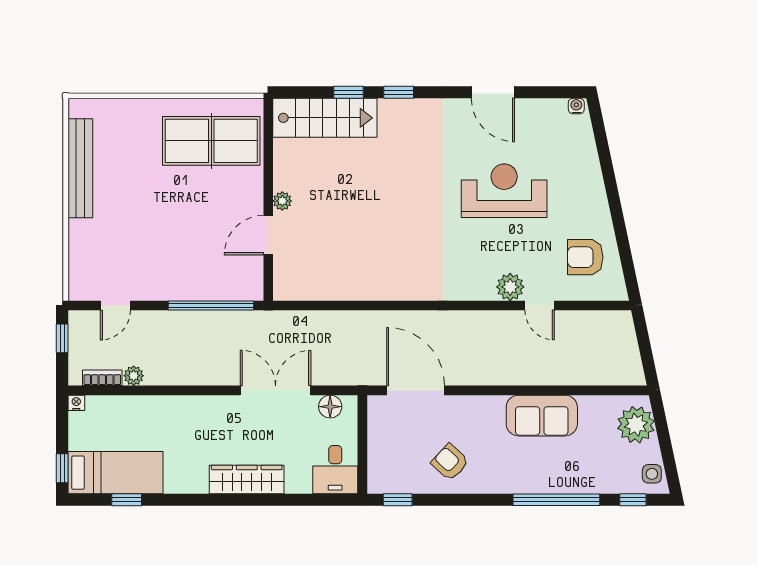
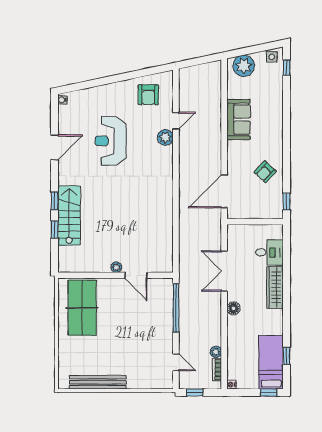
stairs: (325, 118) -> (69, 215), moved
floor lamp: (330, 407) -> (233, 308), moved
desk: (335, 470) -> (269, 252), moved
window: (556, 500) -> (287, 111), removed

